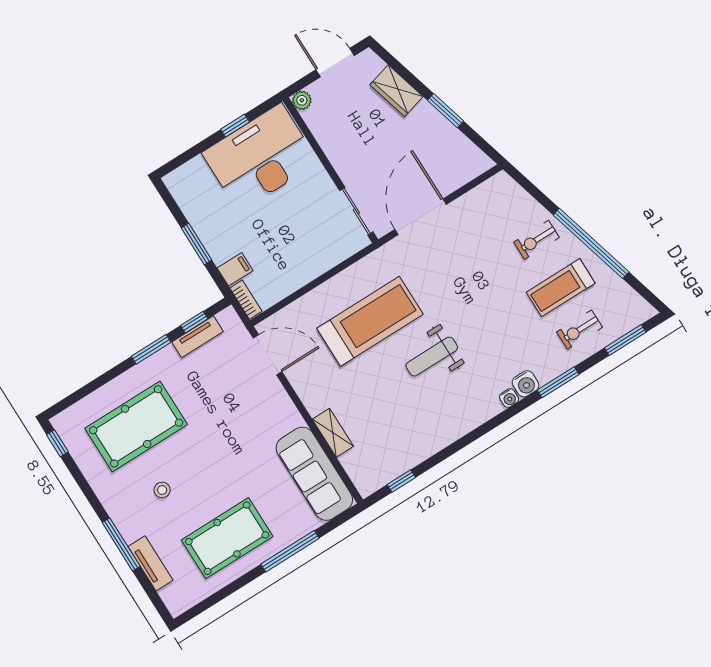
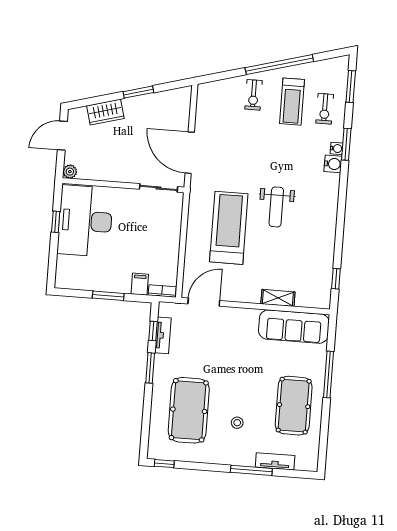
water cooler: (509, 398) -> (337, 148), moved

